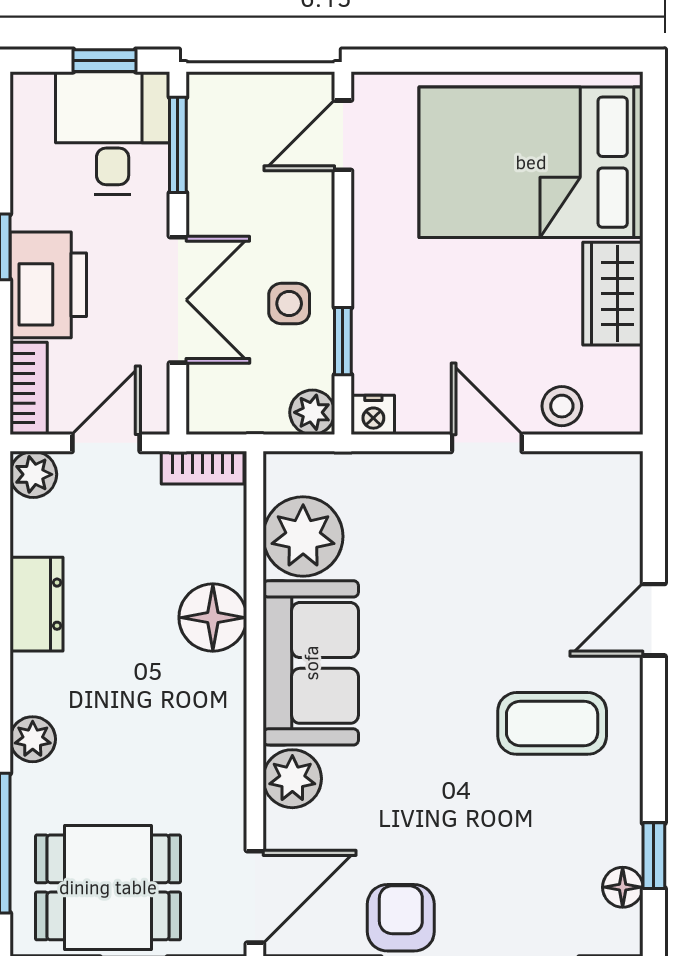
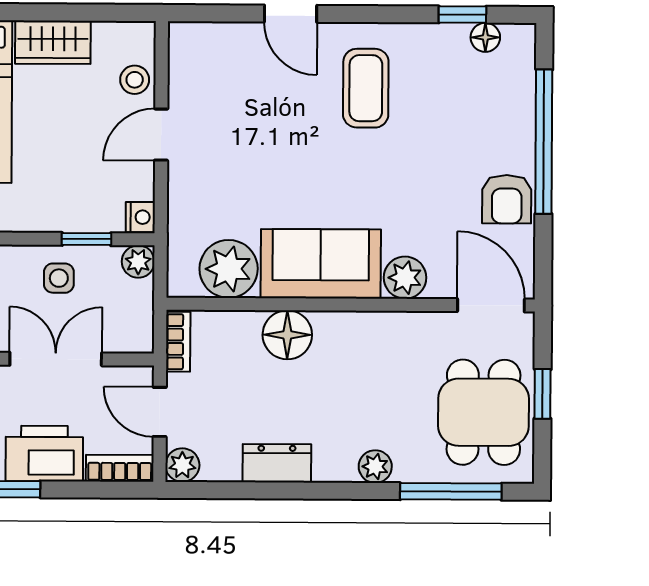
armchair: (401, 918) -> (507, 199), turned -90

